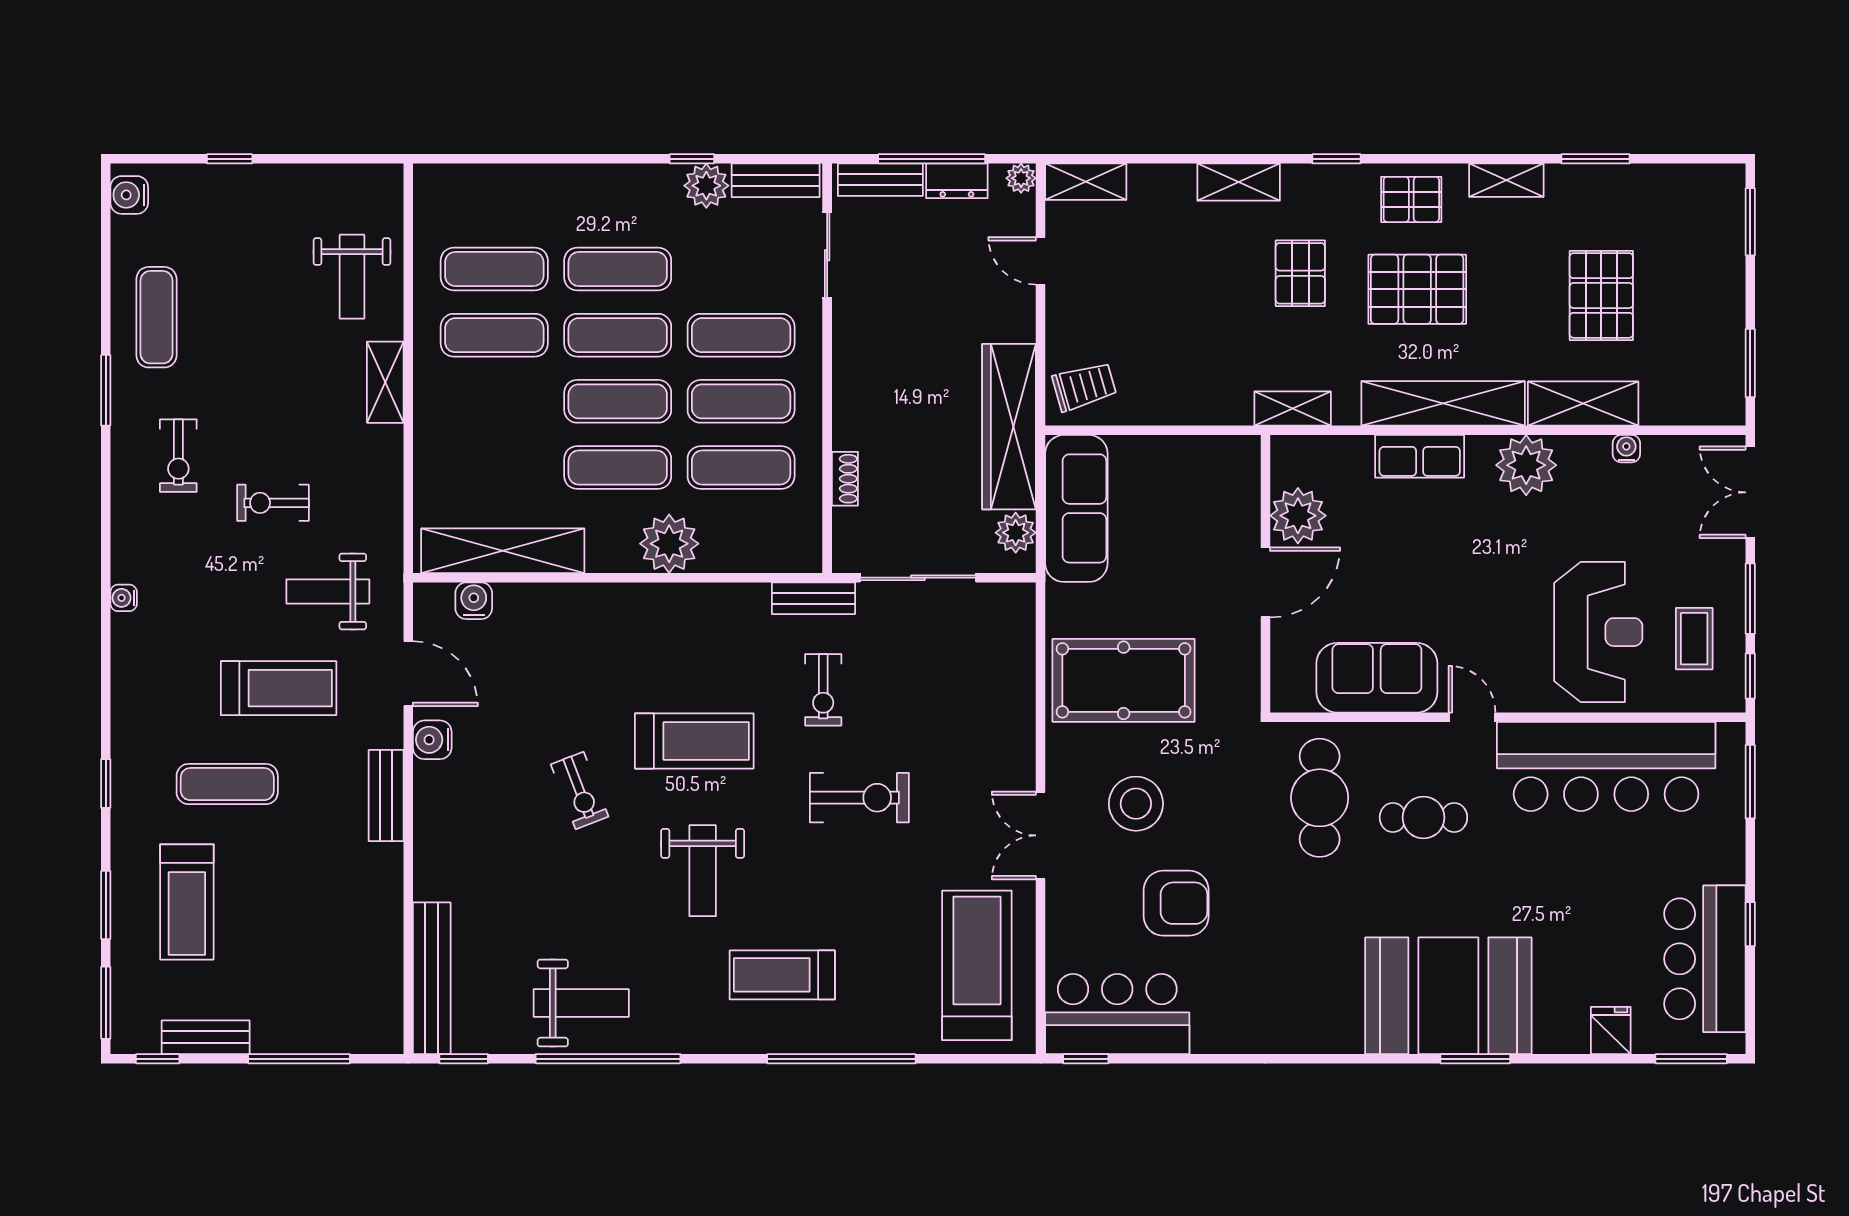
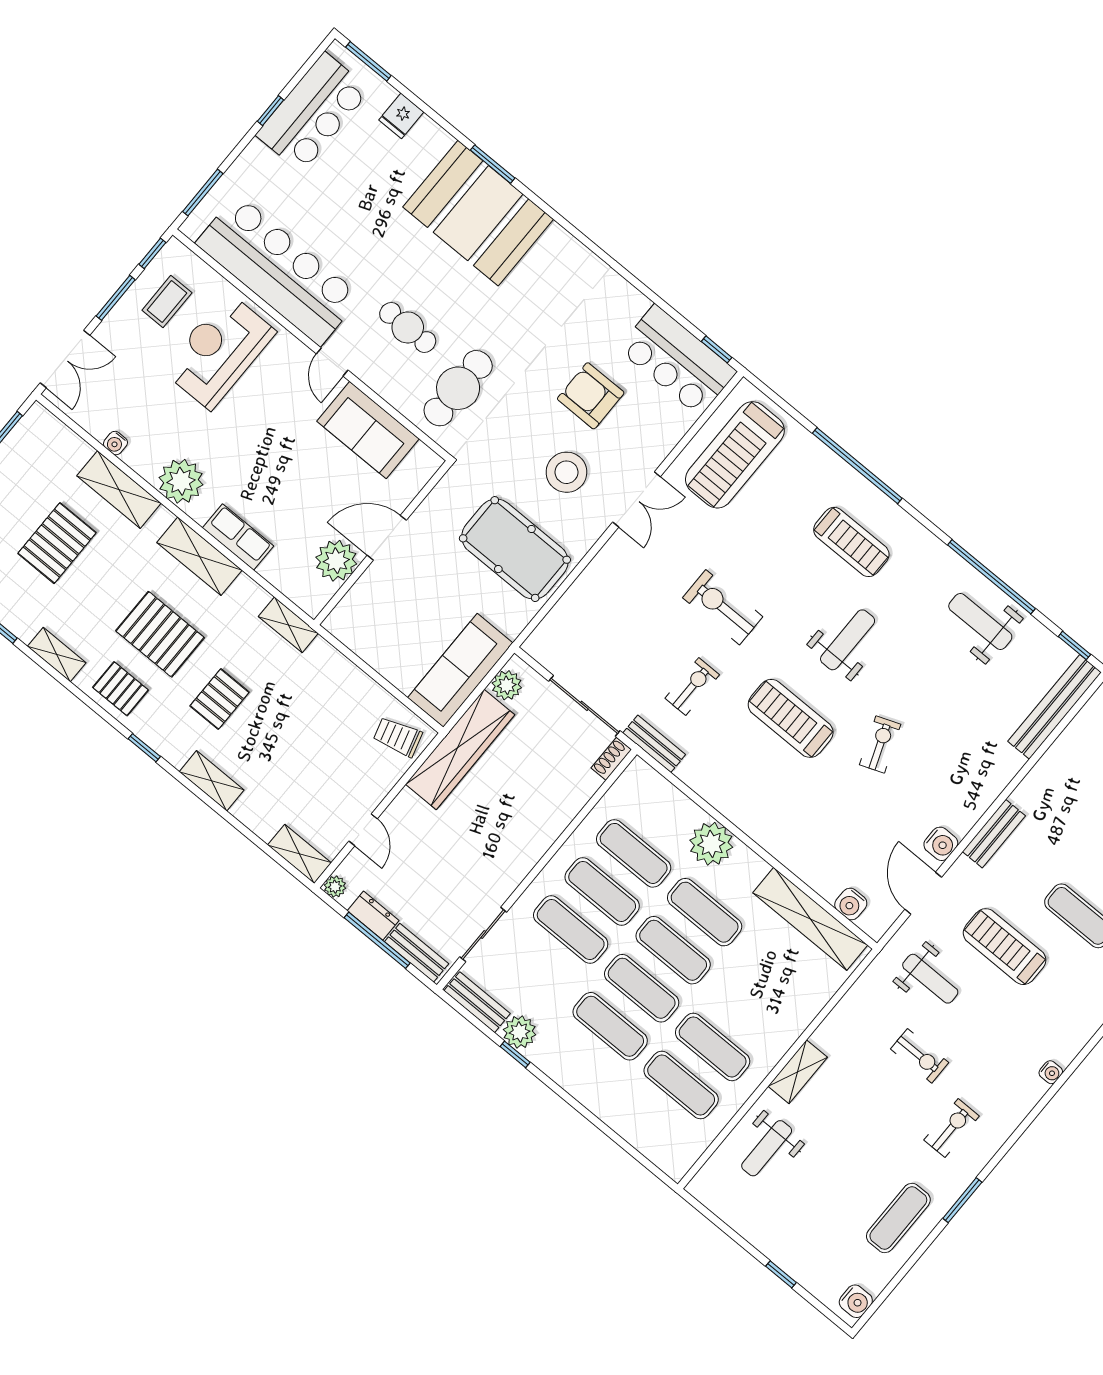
weight bench: (352, 277) -> (767, 1148), turned 180
shelving: (1443, 403) -> (199, 556), width x0.68
shoe rack: (845, 479) -> (611, 759), moved

